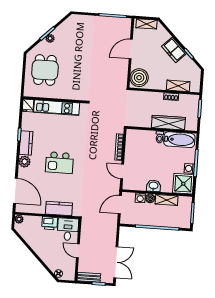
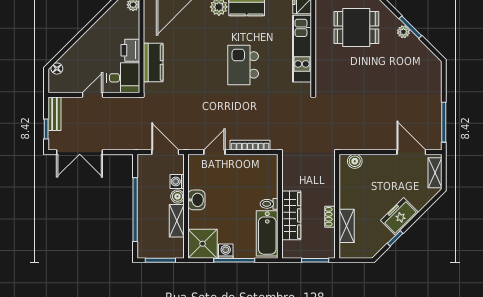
door: (131, 49) -> (411, 152), moved
boiler: (139, 78) -> (355, 161), width x0.54, depth x0.54
kitchen island: (59, 163) -> (243, 65), moved

